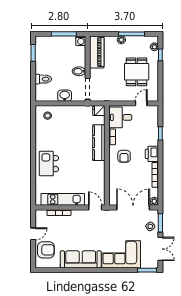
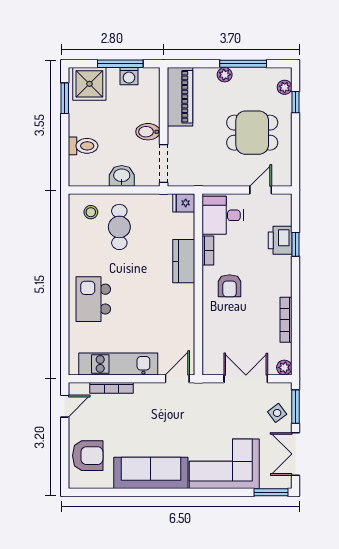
washing machine: (81, 41) -> (129, 76), moved
shower: (47, 45) -> (89, 84), added
dining table: (137, 72) -> (252, 133), turned 90
cafe table: (63, 124) -> (119, 227), added
kitchen counter: (99, 143) -> (184, 261), width x0.67
printer: (152, 154) -> (280, 240), moved
door: (95, 207) -> (177, 379), hinge flipped
double door: (133, 207) -> (246, 379), width x0.73
door: (33, 234) -> (65, 406), moved
double door: (160, 249) -> (295, 454), swing flipped

